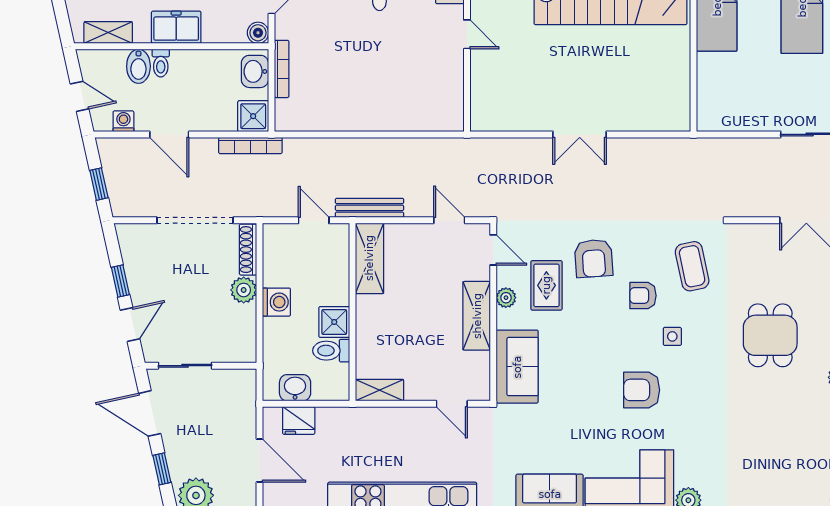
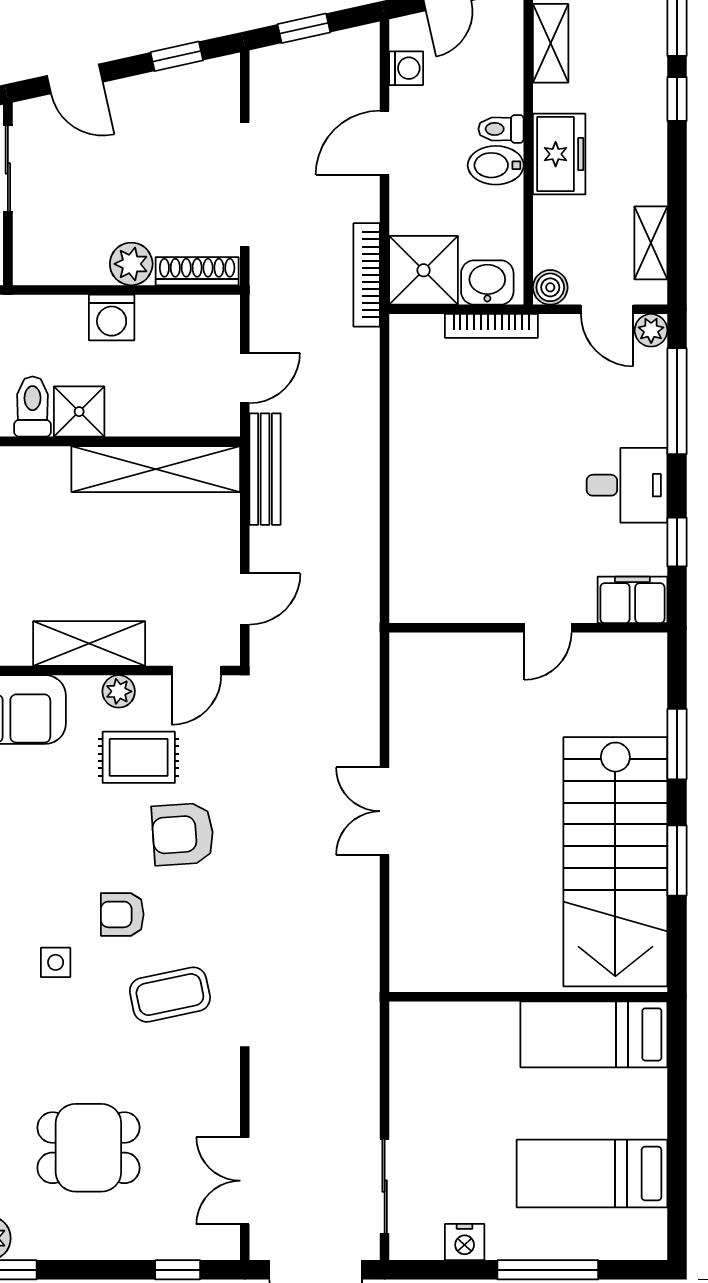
bidet: (138, 66) -> (496, 165), moved
shower: (253, 116) -> (424, 270), width x1.36, depth x1.36
shelving: (369, 258) -> (156, 469), width x1.47
window: (120, 281) -> (177, 56), moved
armchair: (643, 296) -> (122, 914), turned -90
dining table: (770, 335) -> (88, 1148), moved

